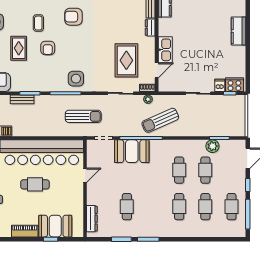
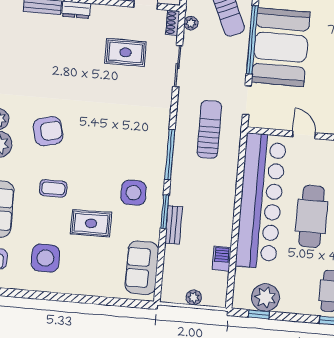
armchair: (73, 17) -> (48, 131), turned -104
armchair: (48, 48) -> (95, 177), removed
rug: (126, 60) -> (125, 52), width x0.73, depth x0.70
side table: (76, 79) -> (133, 193), moved
booth: (132, 151) -> (281, 47), width x1.36, depth x1.42
cafe table: (35, 184) -> (312, 216), width x1.37, depth x1.35

